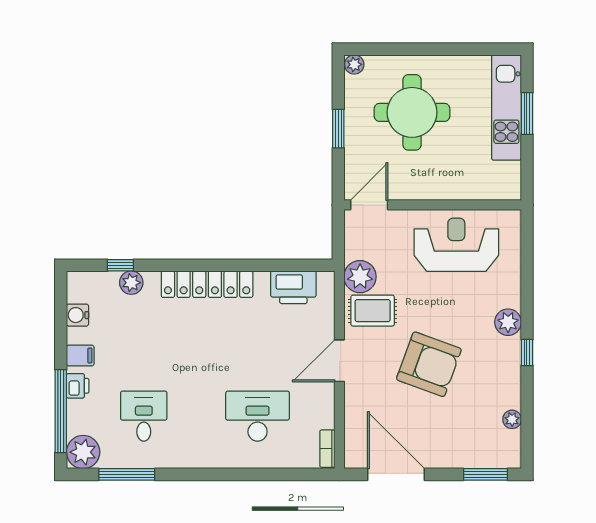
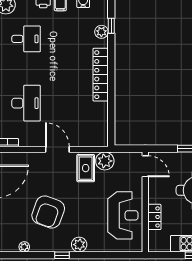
locker: (459, 189) -> (154, 217), added
printer: (293, 287) -> (99, 123), removed
armchair: (429, 364) -> (48, 212), moved

